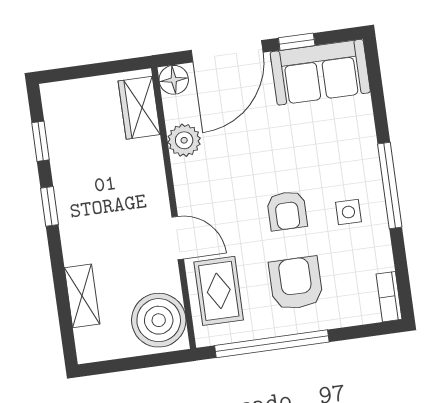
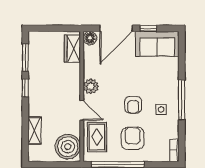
plant: (184, 140) -> (91, 86), moved
window: (40, 141) -> (25, 58), width x1.50

